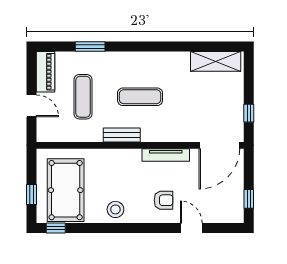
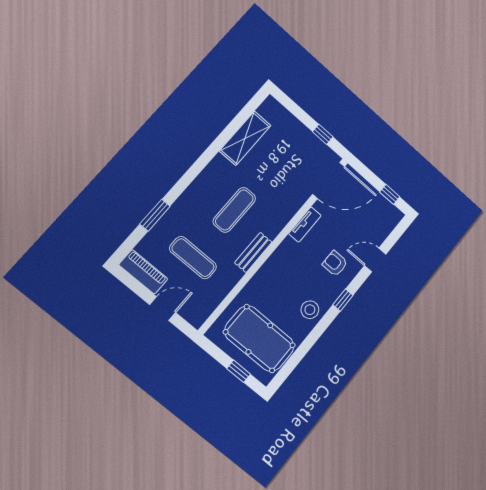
shelving: (216, 61) -> (245, 138), moved
door: (219, 145) -> (329, 180), hinge flipped
tv unit: (166, 155) -> (305, 225), width x0.71
armchair: (164, 200) -> (335, 263), turned -90
window: (56, 228) -> (343, 300), moved

